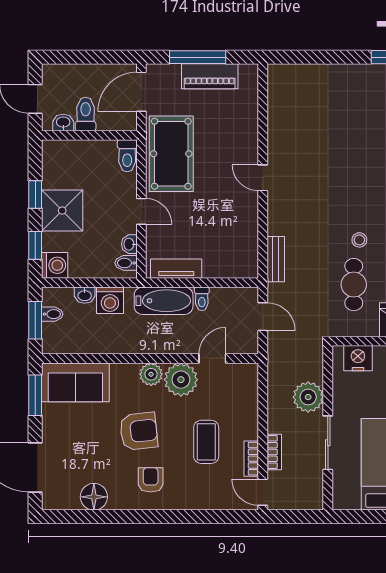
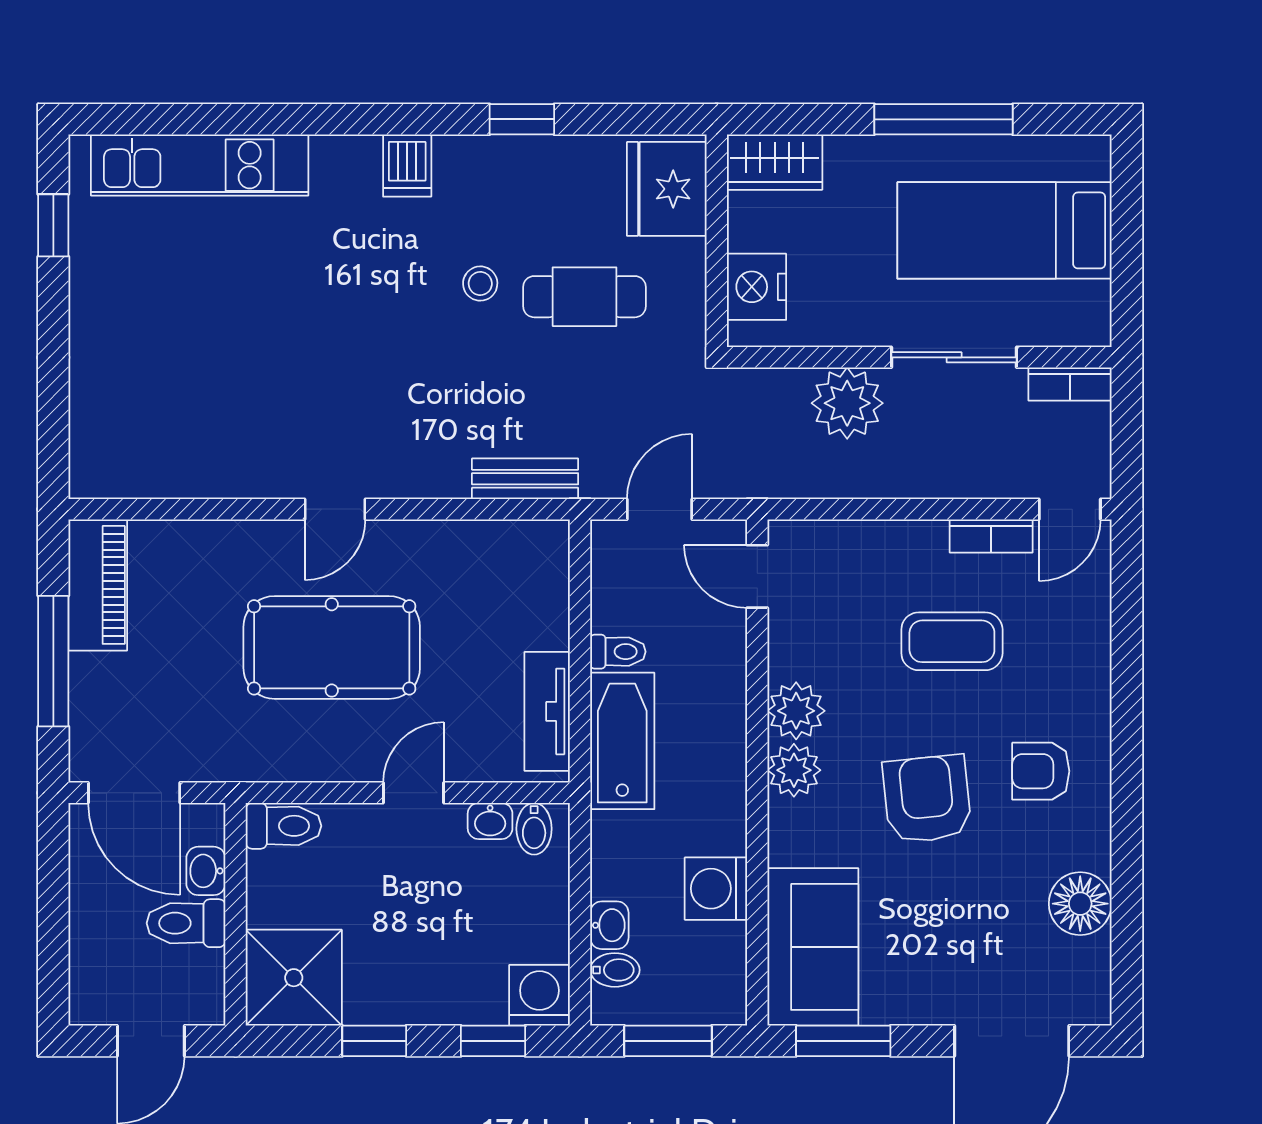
piano: (210, 76) -> (98, 585), moved
washbasin: (63, 122) -> (206, 871), moved
pool table: (171, 154) -> (332, 647), moved
shower: (62, 211) -> (294, 978), moved
washing machine: (110, 300) -> (716, 889), moved, turned 180
bidet: (52, 314) -> (615, 970), moved, turned 90
door: (212, 358) -> (757, 576), moved
plant: (181, 380) -> (796, 711), width x0.73, depth x0.73
bookcase: (274, 452) -> (1070, 384), moved, turned 180

